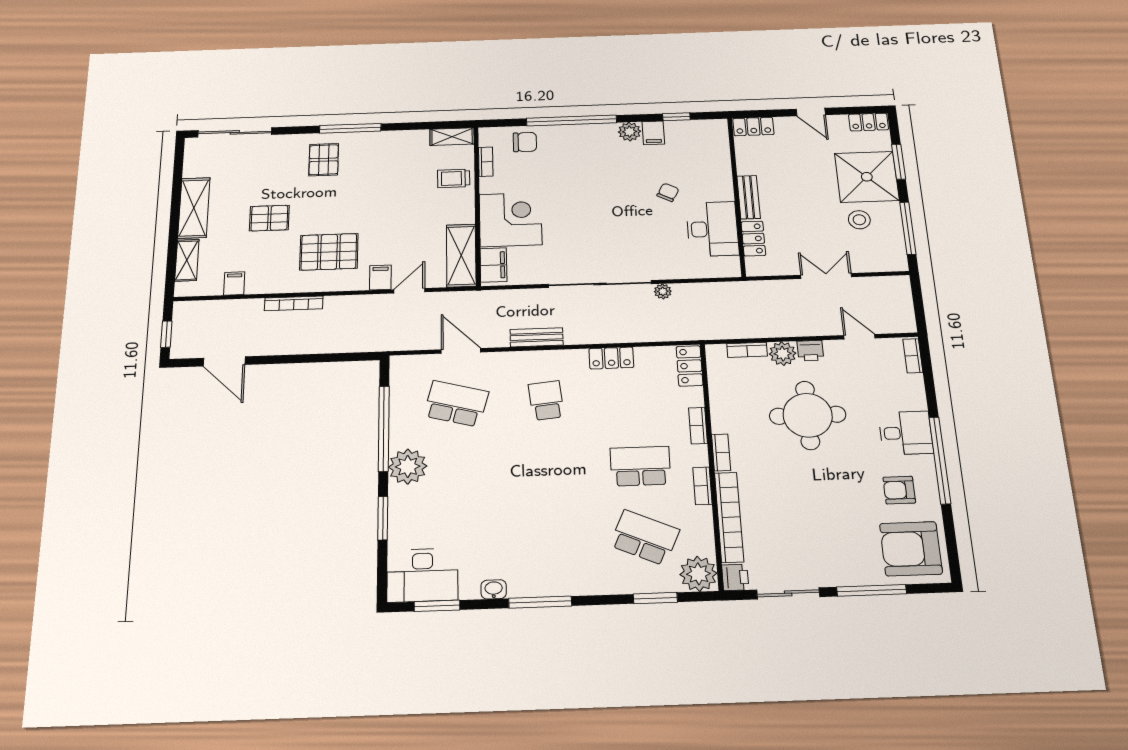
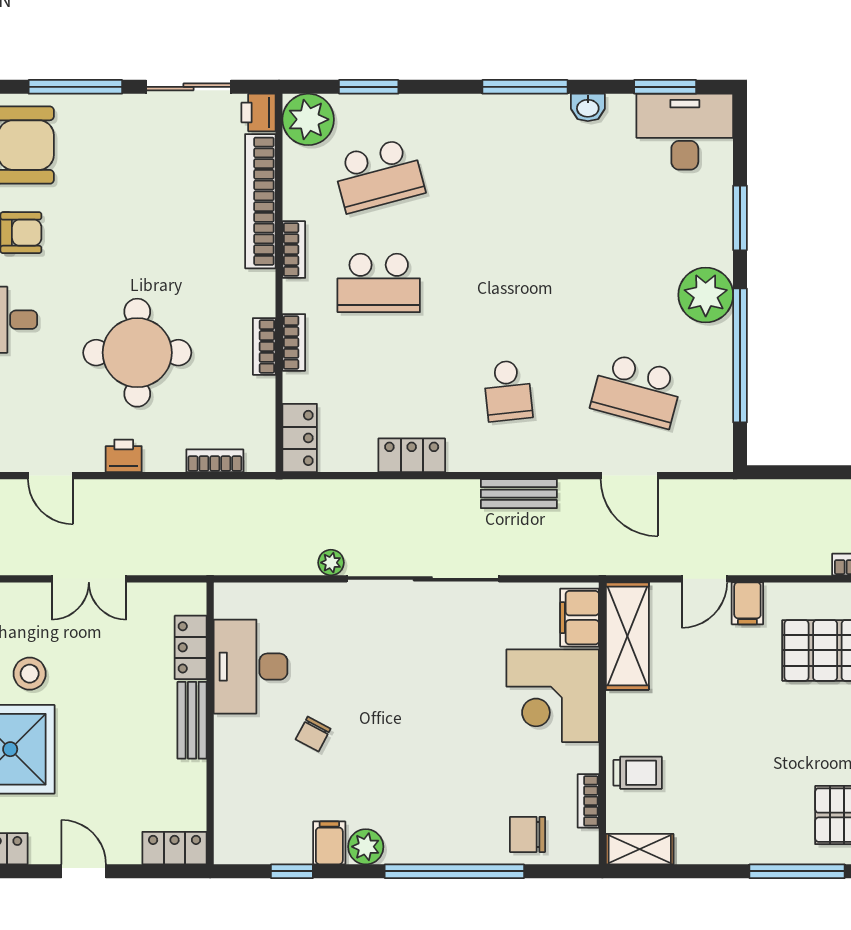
plant: (783, 354) -> (164, 453), removed
bookcase: (721, 453) -> (264, 346), moved
school desk: (645, 538) -> (379, 175), turned -39

